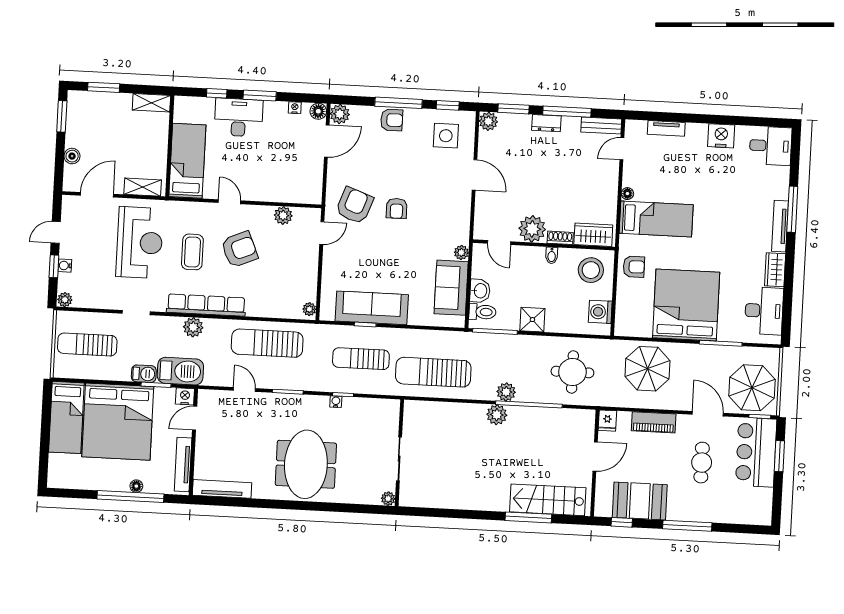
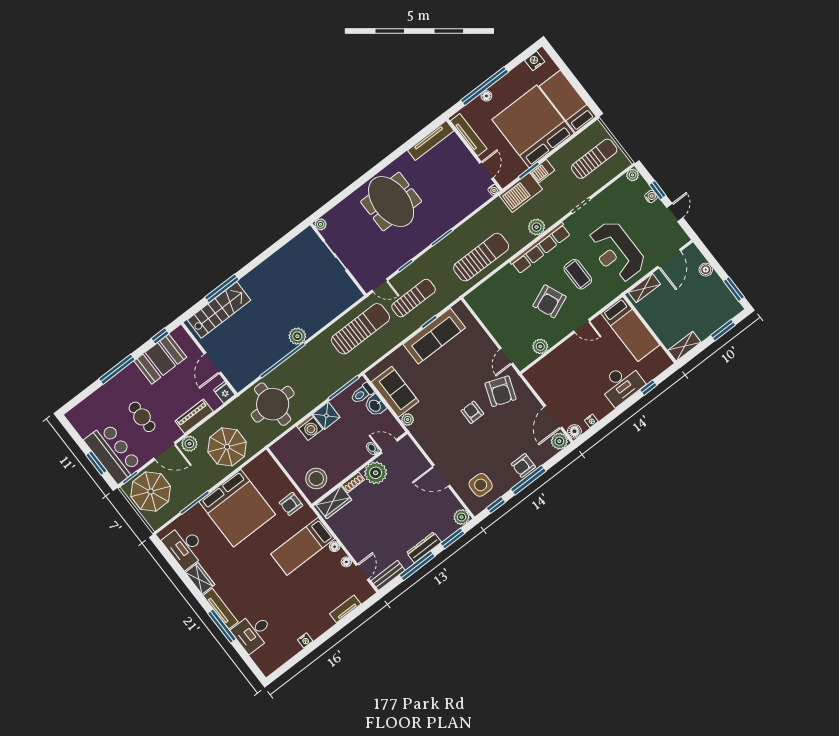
window: (260, 96) -> (620, 409), removed
dresser: (546, 123) -> (424, 547), width x1.44
nightstand: (721, 136) -> (305, 640), width x0.53, depth x0.56
desk: (771, 146) -> (253, 632), moved
floor lamp: (629, 170) -> (346, 562), added
bidet: (552, 255) -> (372, 449), moved
plant: (309, 309) -> (473, 301), removed
washing machine: (600, 312) -> (310, 428), moved, turned 90
round table: (572, 372) -> (273, 404), width x1.36, depth x1.36
door: (244, 389) -> (380, 285), moved
plant: (506, 392) -> (189, 444), moved
nightstand: (185, 396) -> (535, 61), moved, turned 180
water cooler: (336, 402) -> (494, 190), moved

